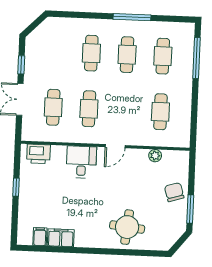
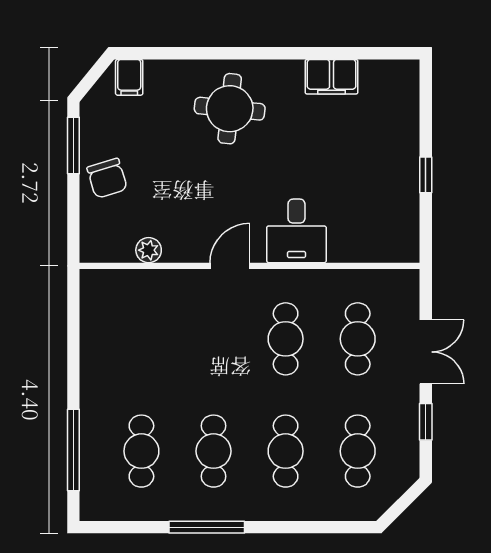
cafe table: (160, 112) -> (358, 451), moved
printer: (38, 154) -> (383, 244), removed
round table: (127, 227) -> (230, 109), moved
filing cabinet: (40, 237) -> (129, 77), moved

